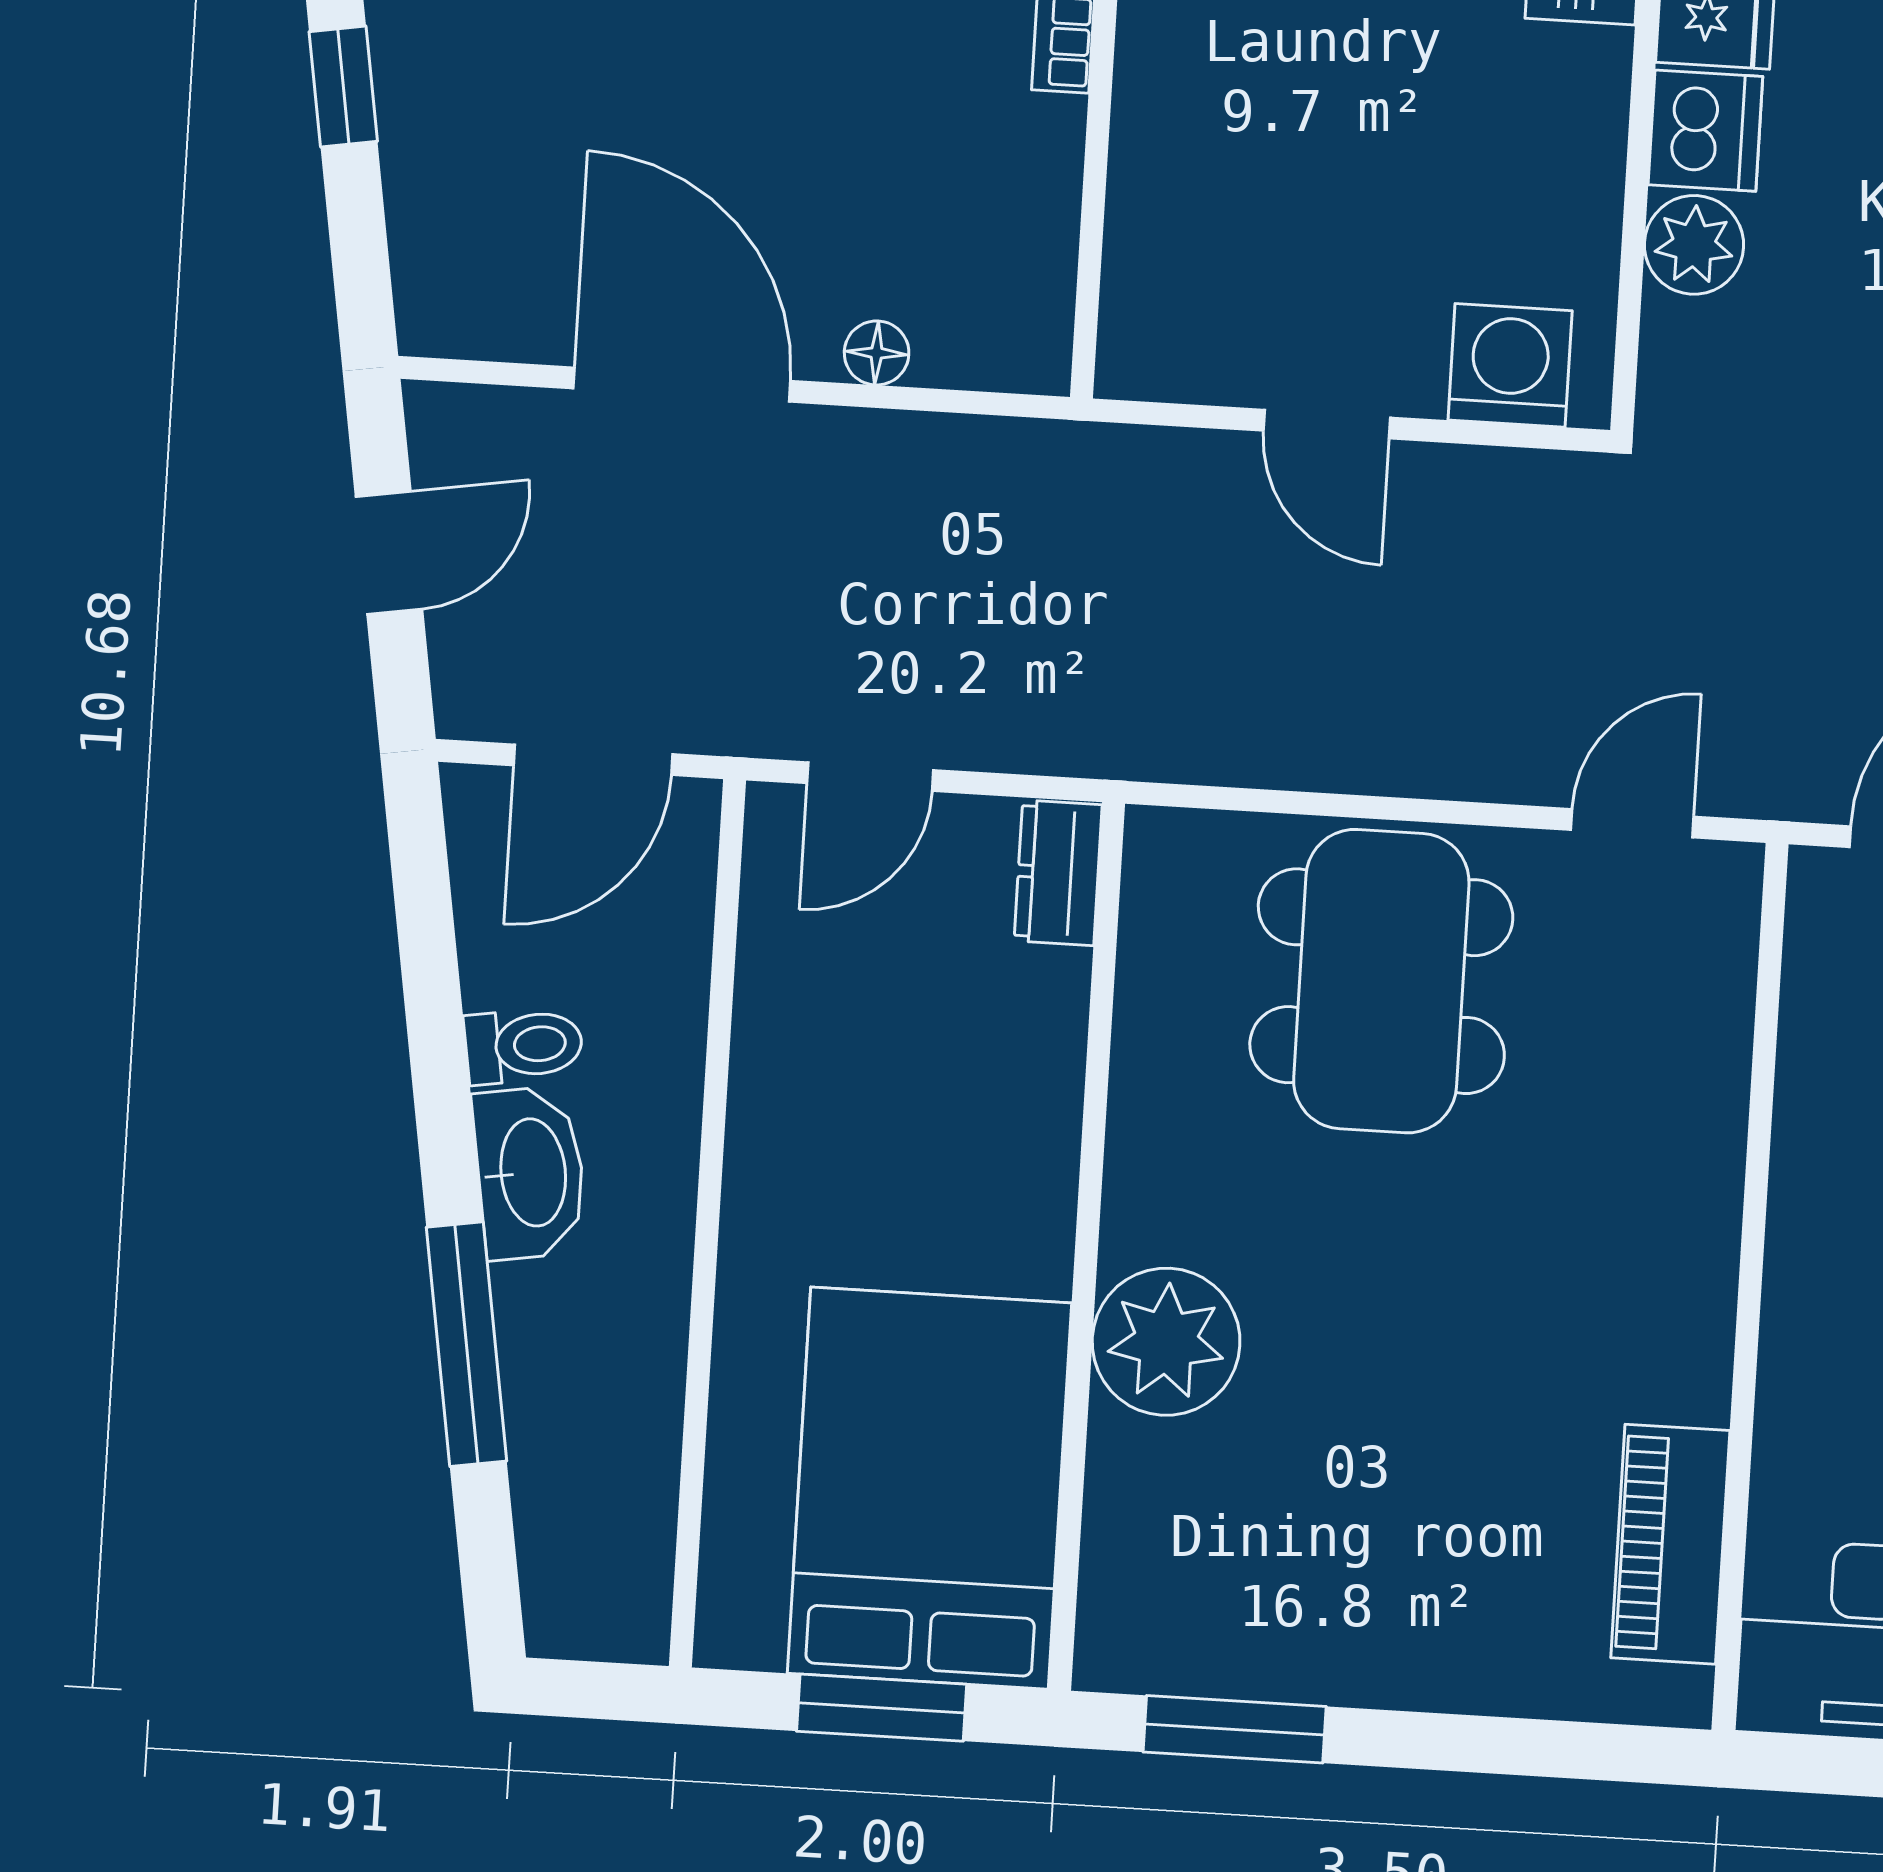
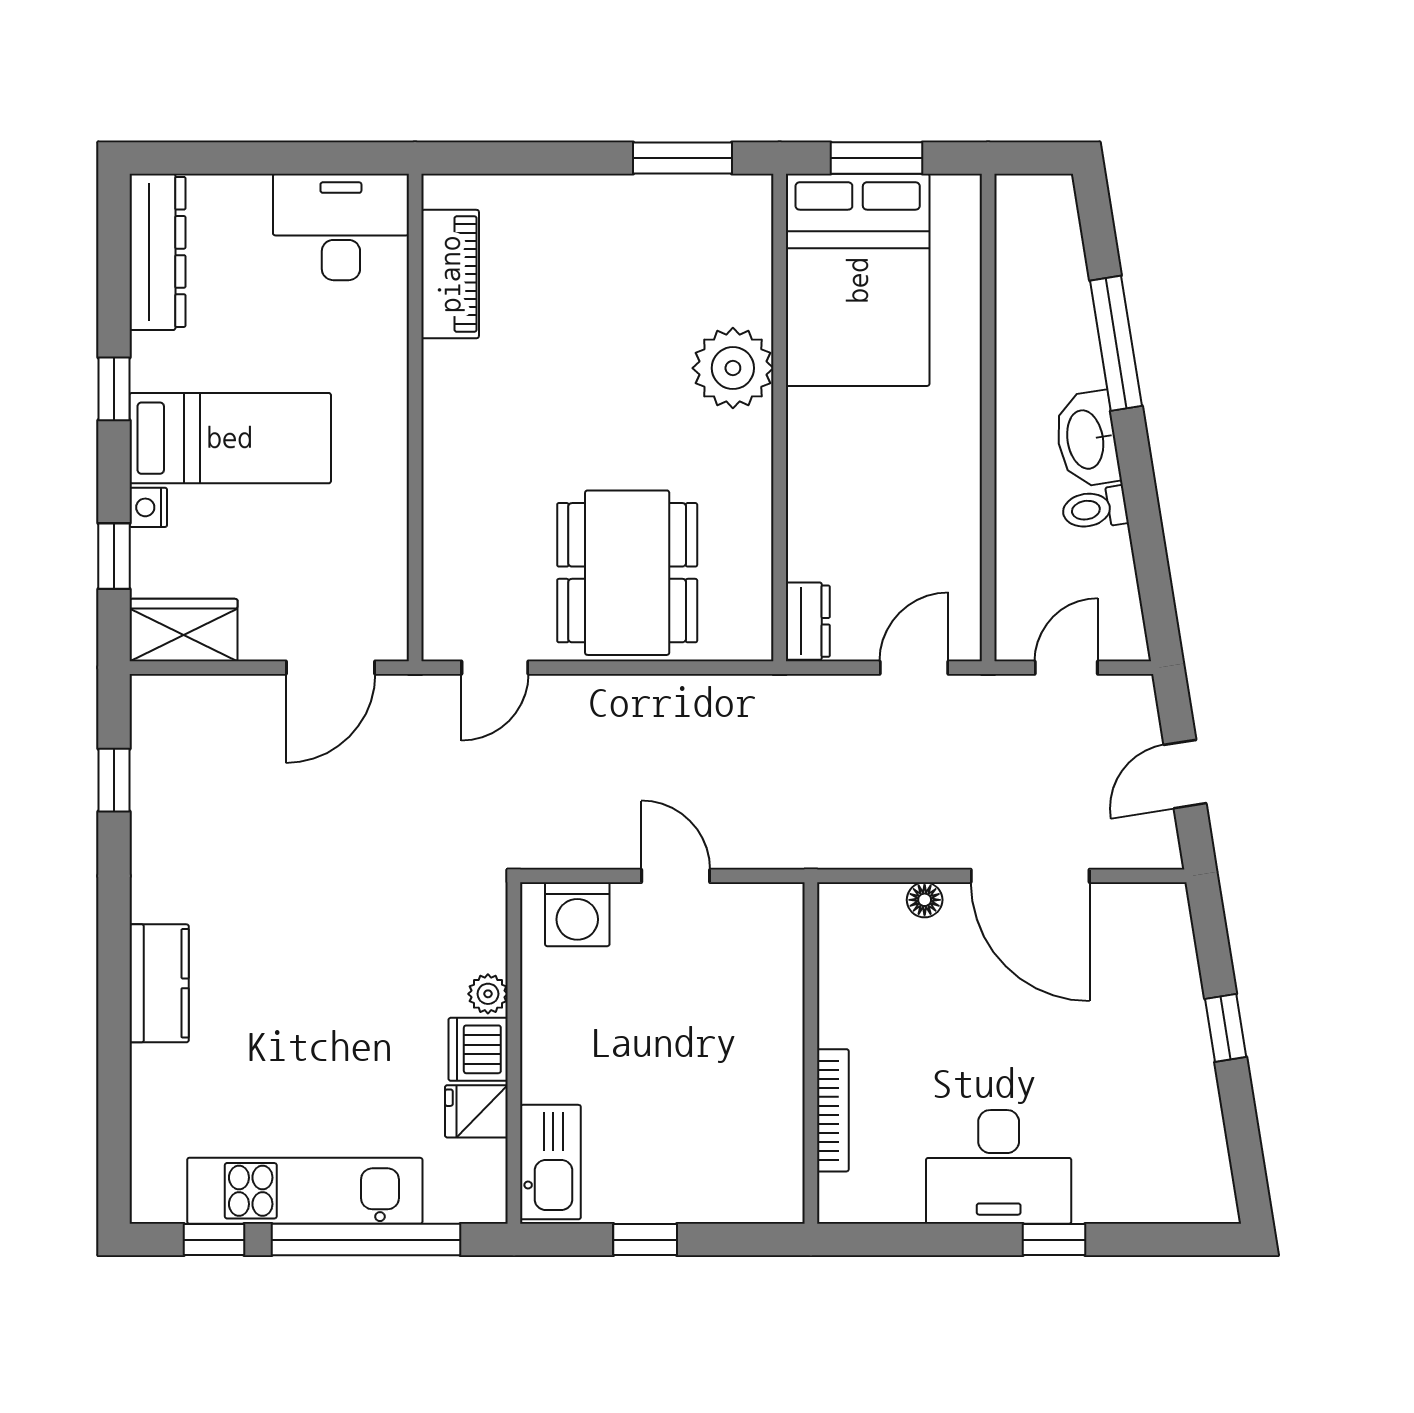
plant: (1694, 245) -> (488, 994), width x0.73, depth x0.73
door: (593, 760) -> (1066, 668), width x0.73

